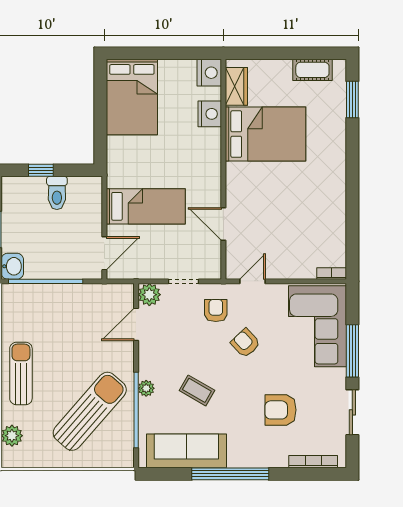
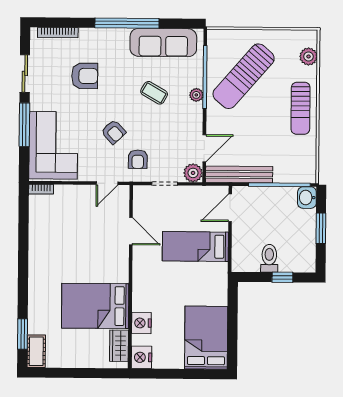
cot: (312, 70) -> (36, 351), moved, turned 90
bench: (94, 293) -> (239, 174), added

